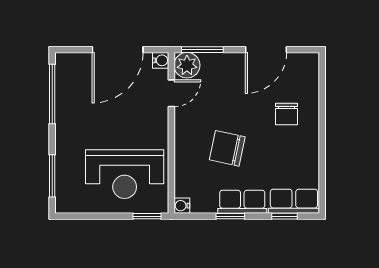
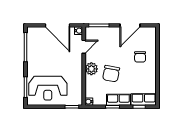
door: (118, 50) -> (57, 25), hinge flipped
plant: (187, 65) -> (91, 69), moved
chair: (227, 148) -> (111, 74), turned -92
reception desk: (125, 174) -> (48, 88), moved

